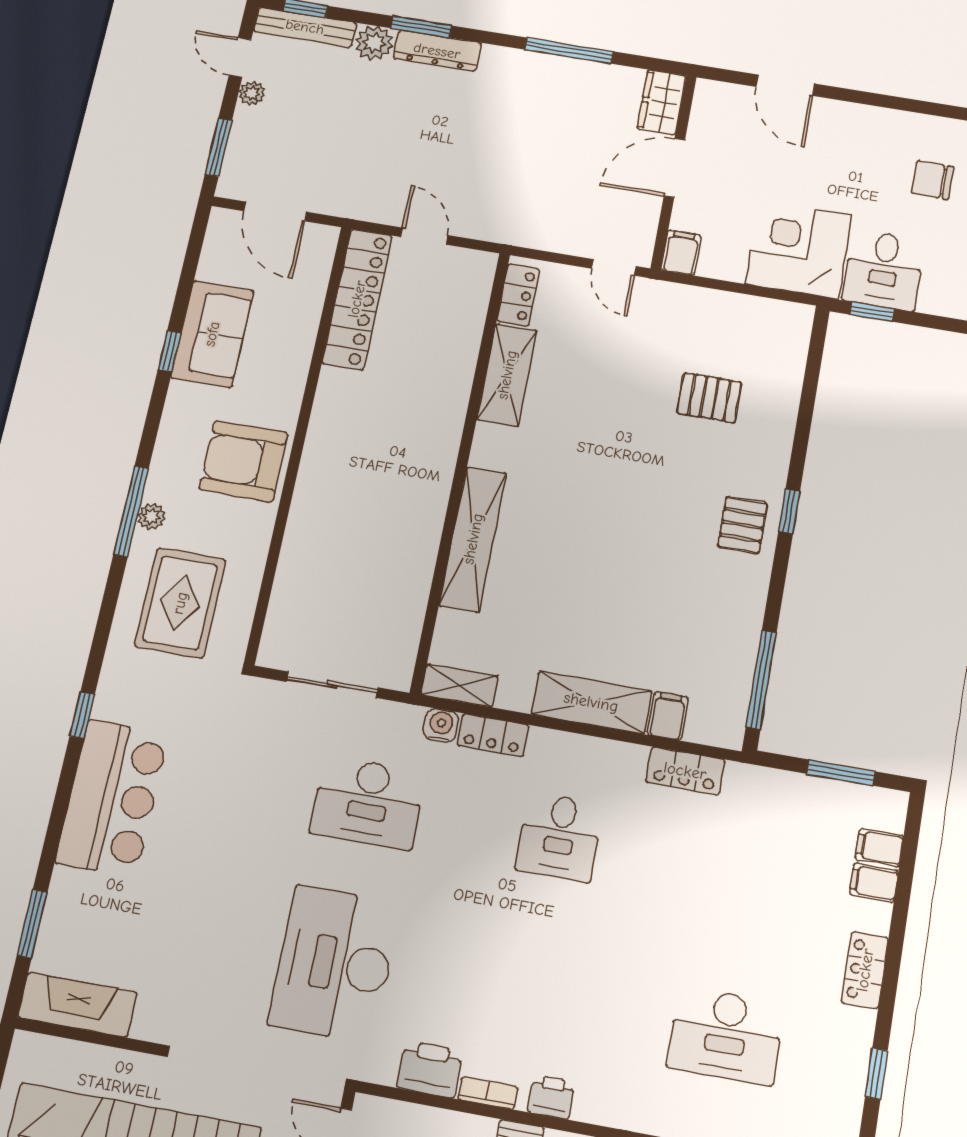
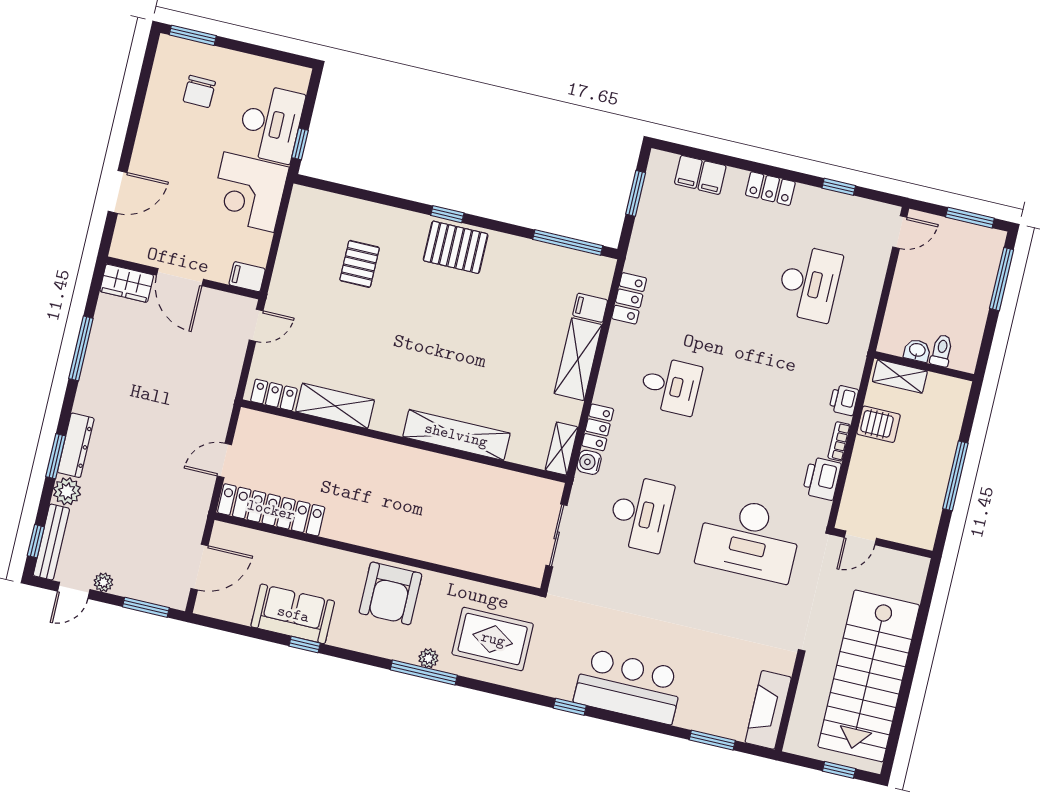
desk: (883, 270) -> (270, 124), width x1.37
pallet: (743, 525) -> (456, 247), width x1.50, depth x1.42

